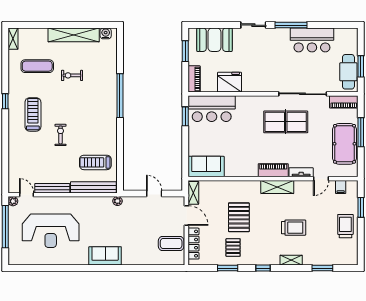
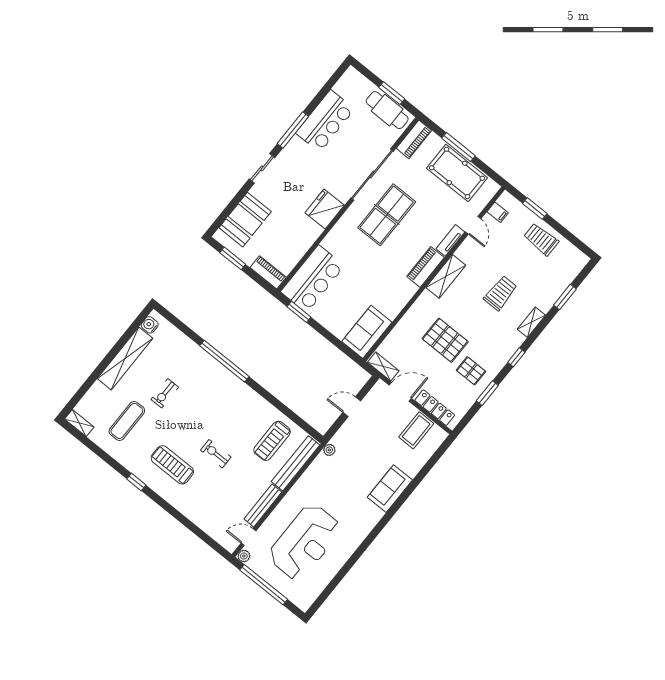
fridge: (229, 82) -> (325, 209), moved
sofa: (105, 256) -> (390, 489), moved

